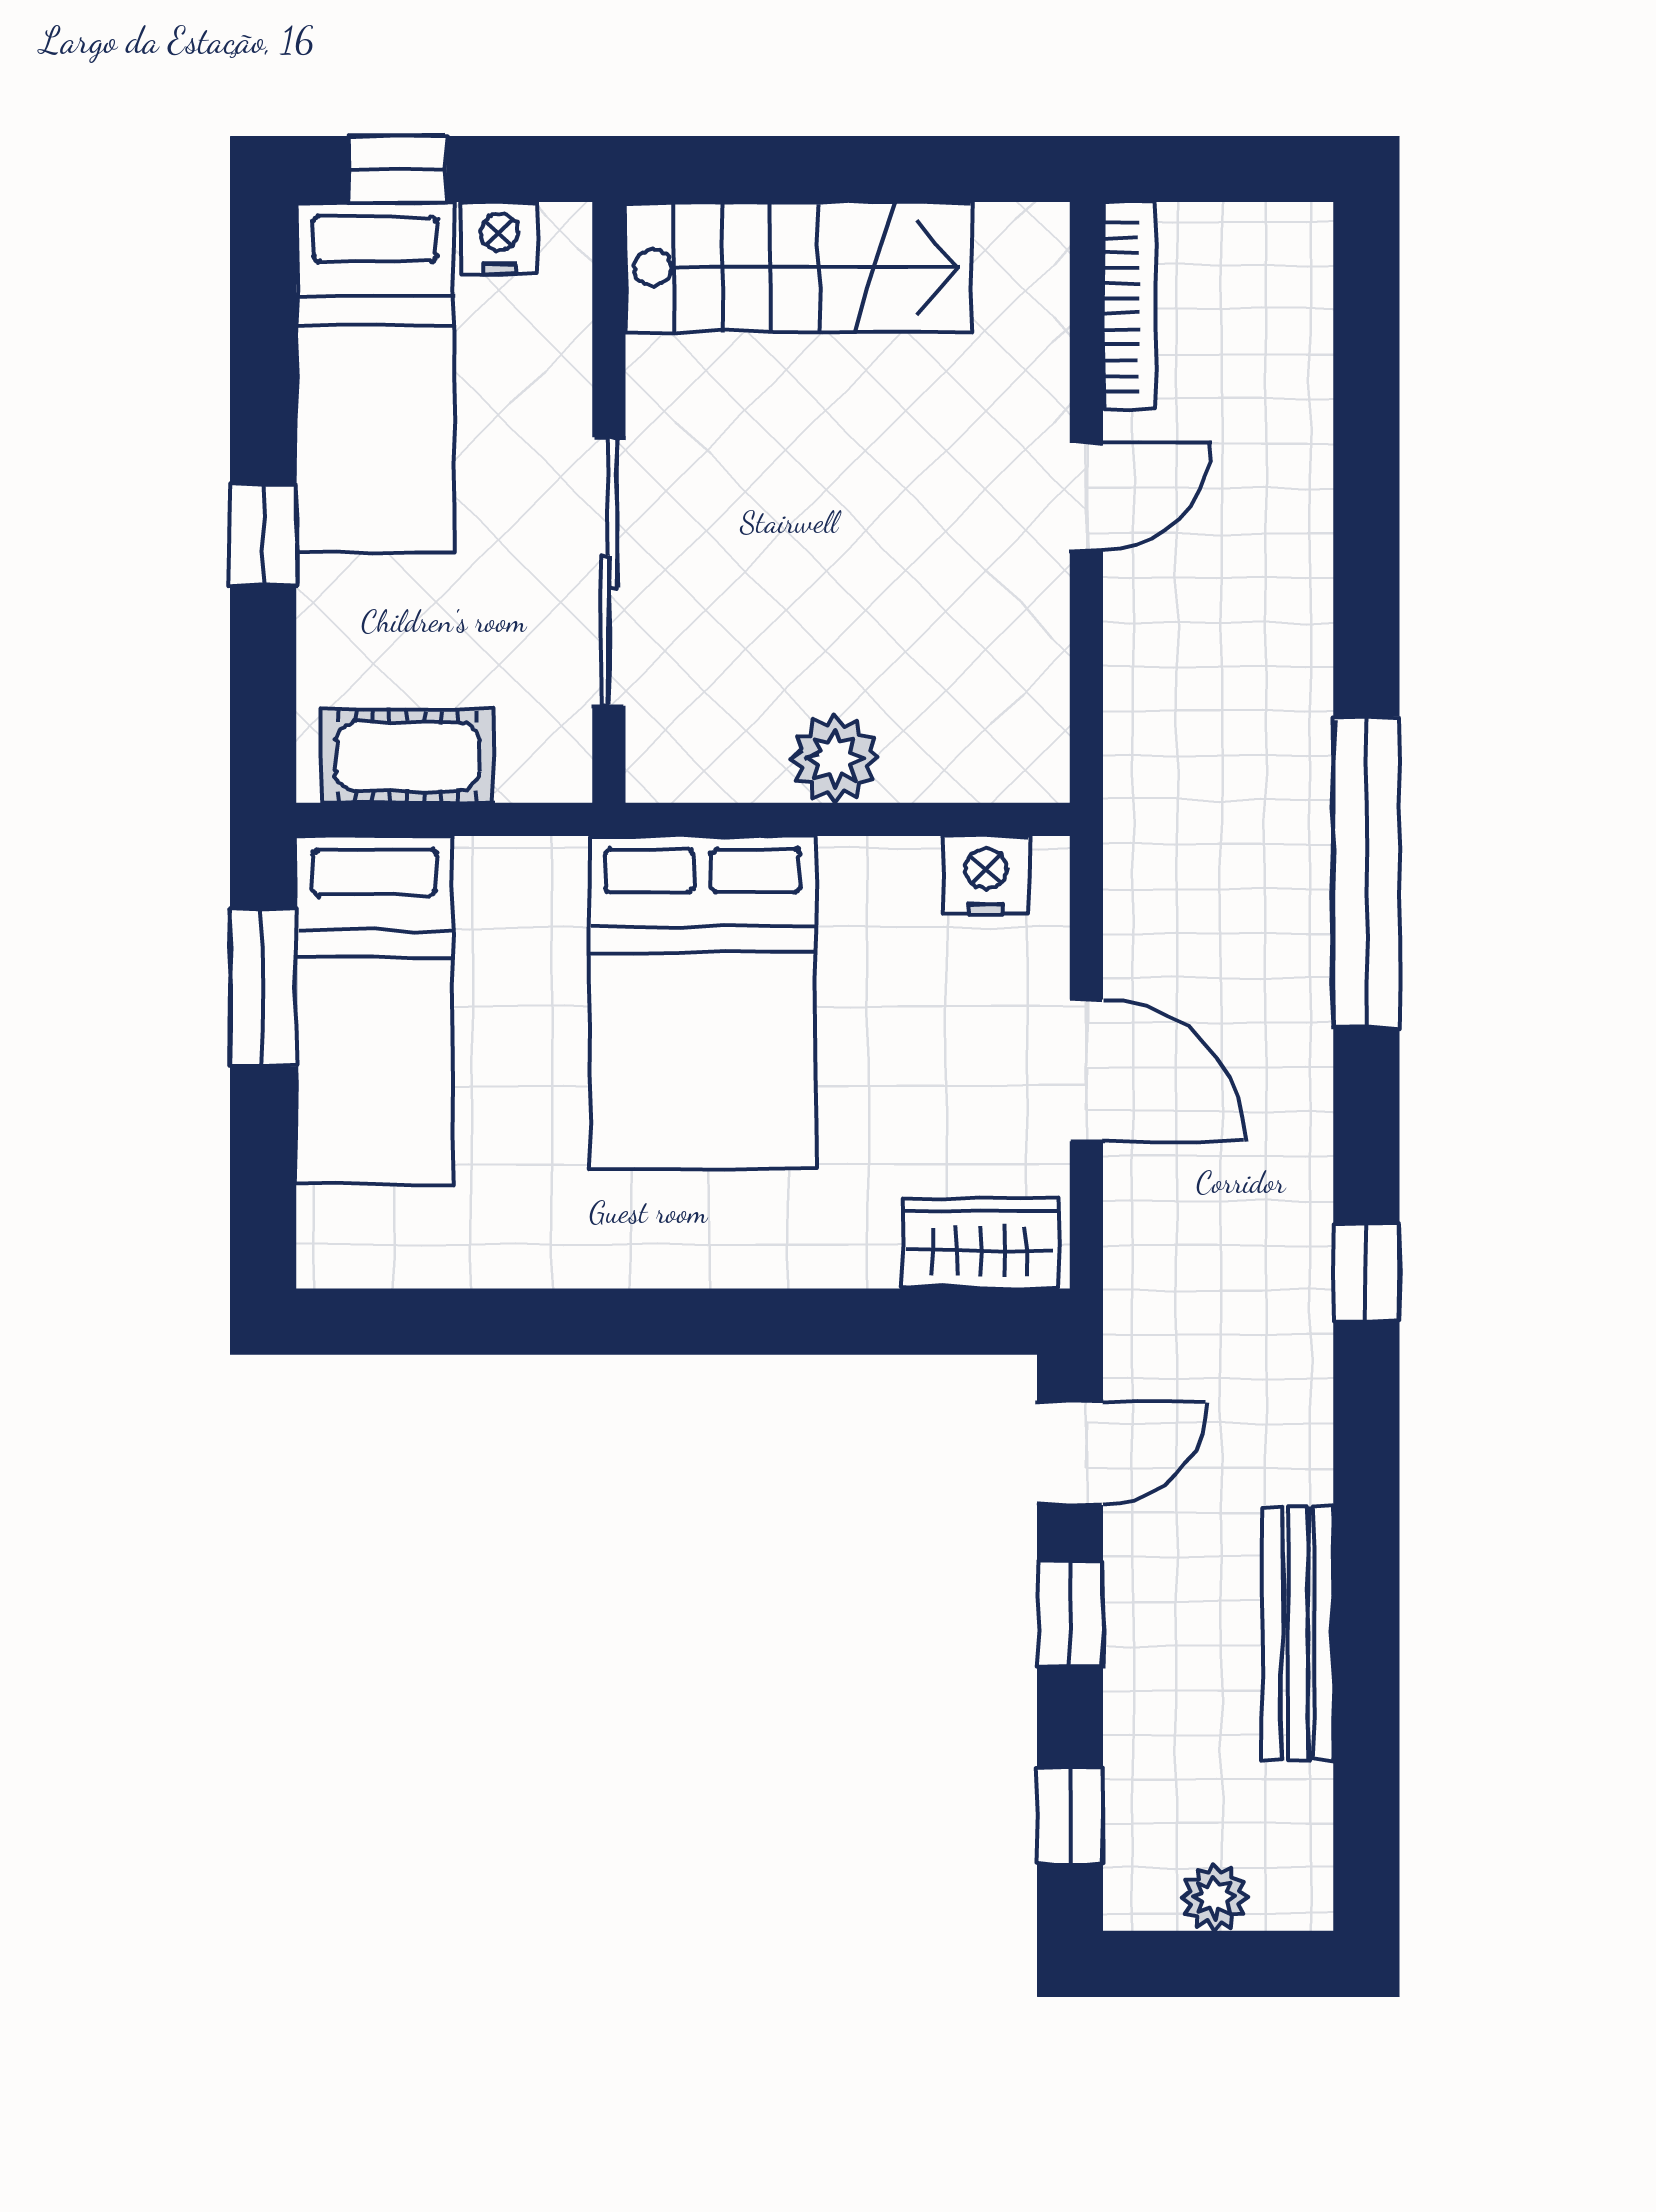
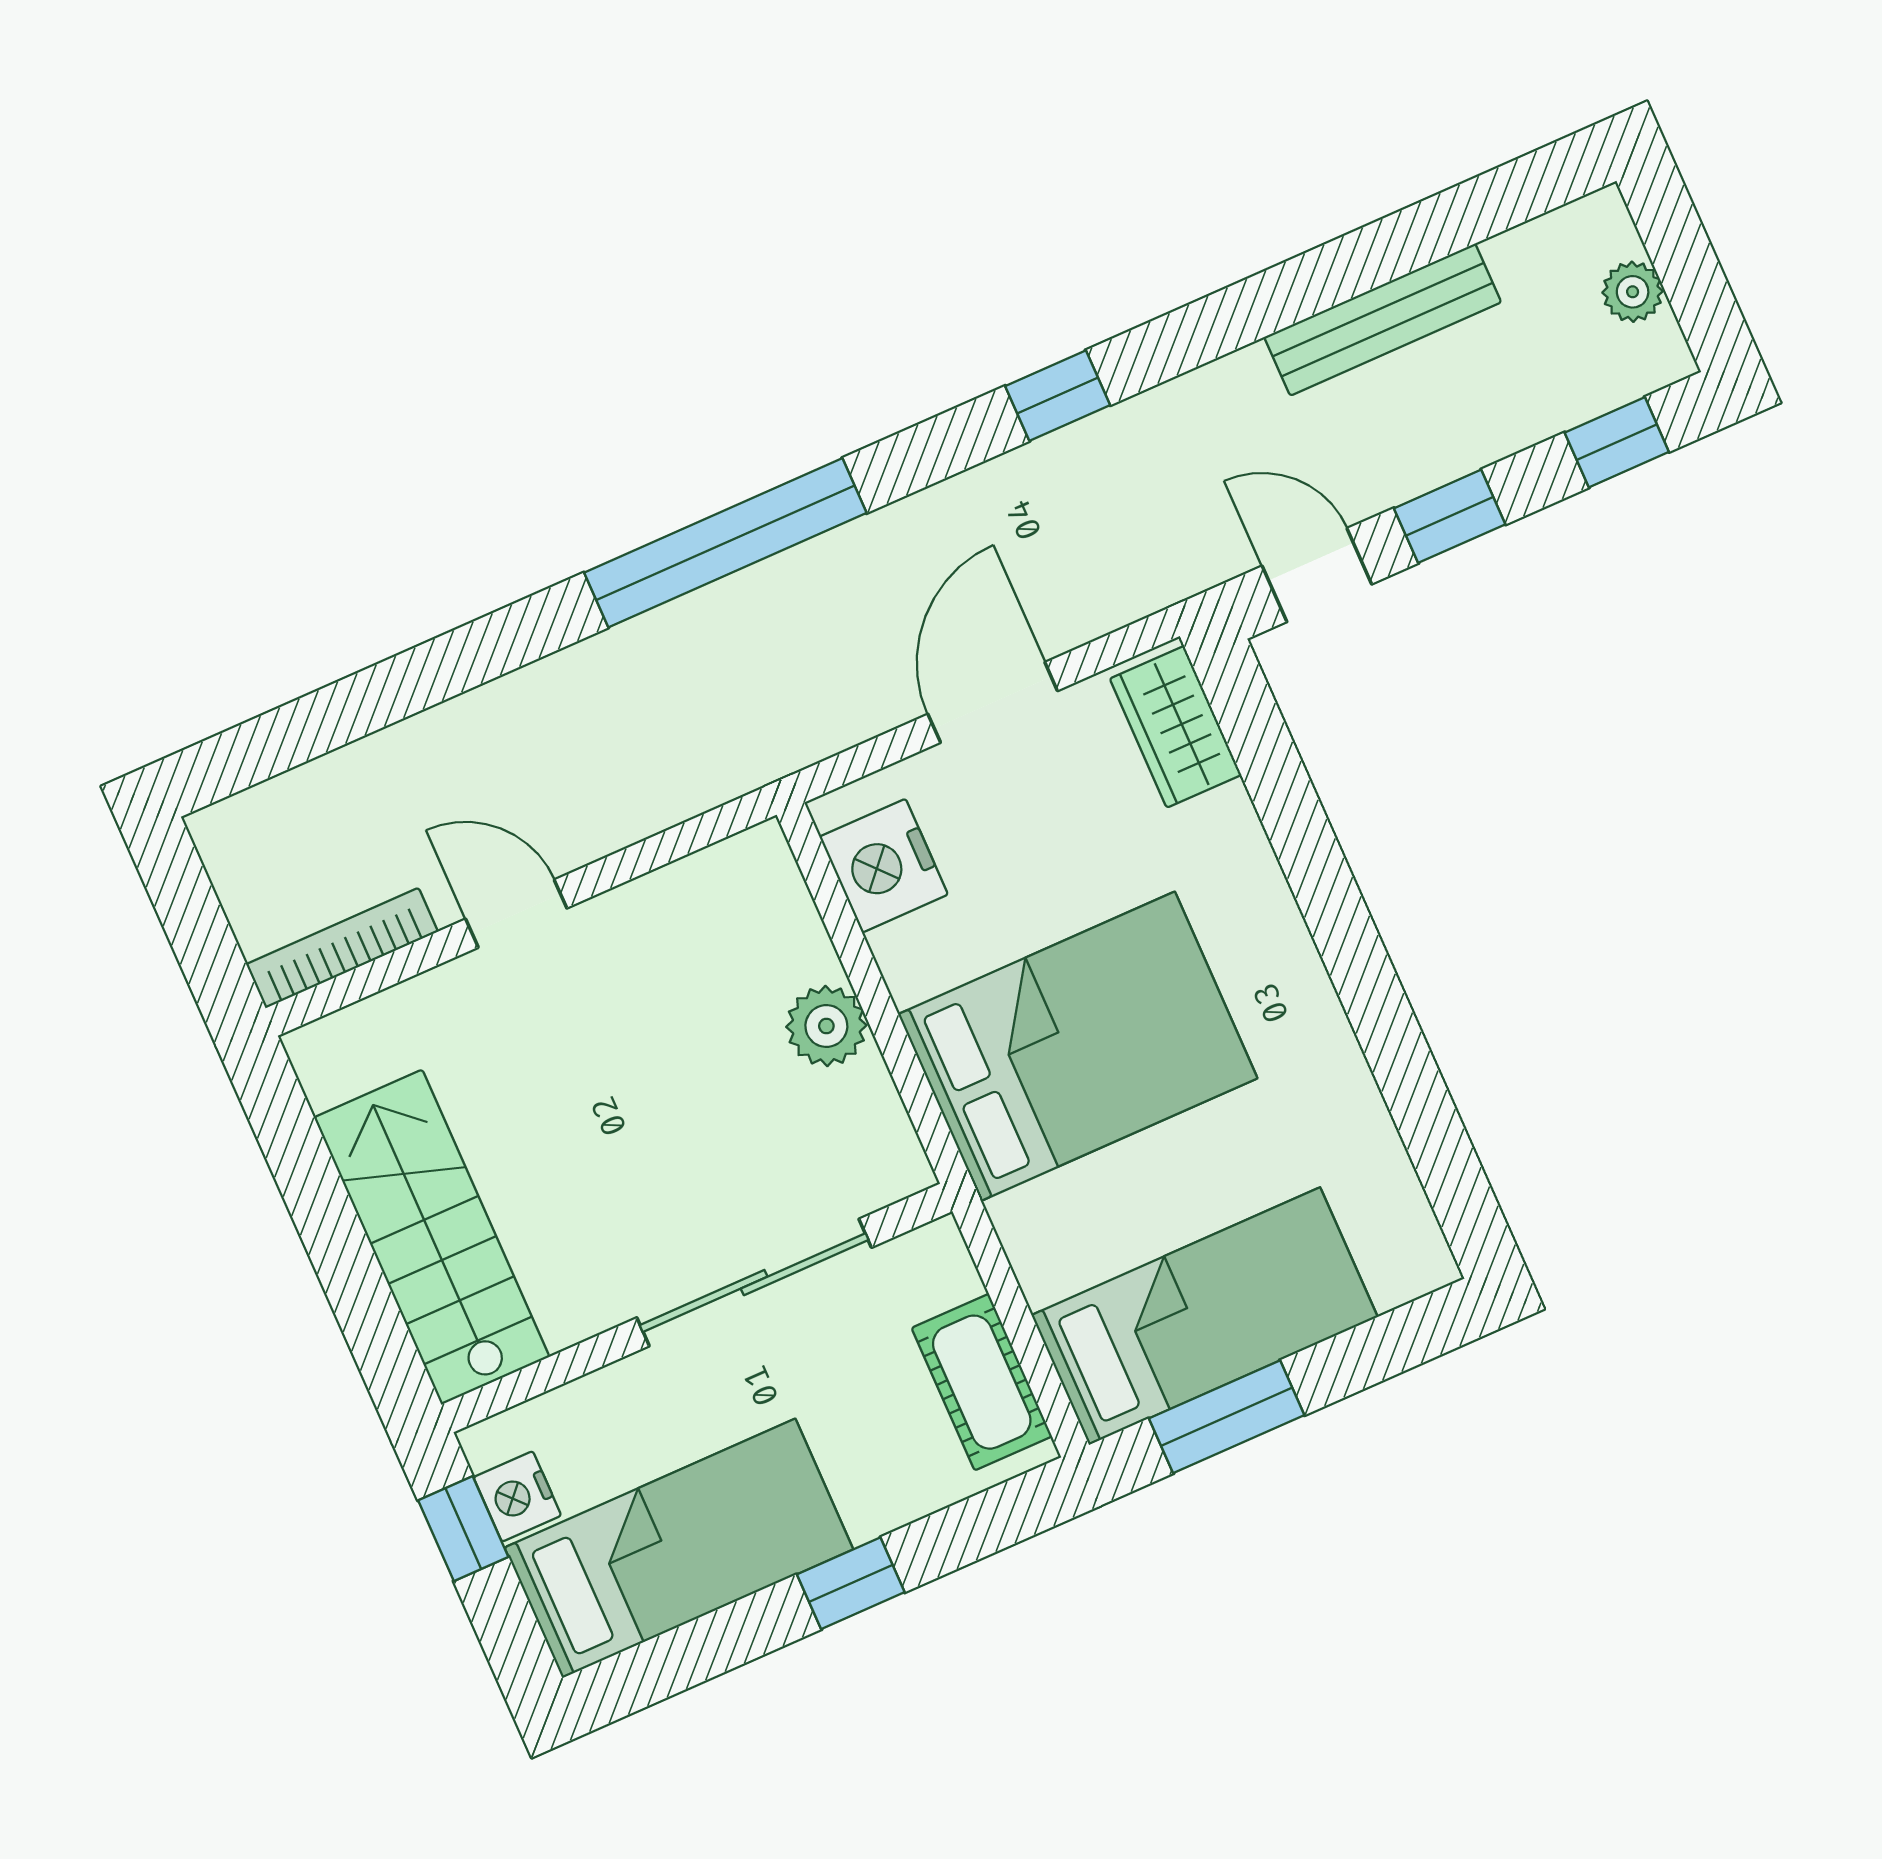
window: (397, 169) -> (463, 1529), moved
nightstand: (986, 875) -> (884, 866), width x1.36, depth x1.33

